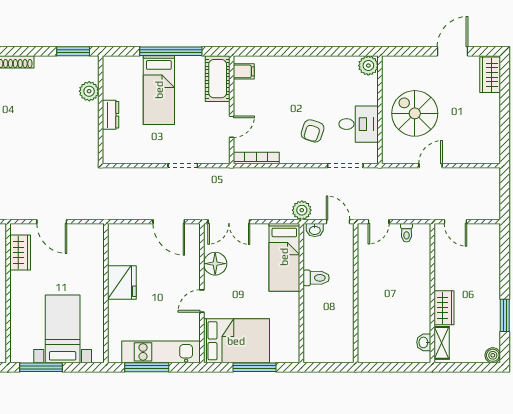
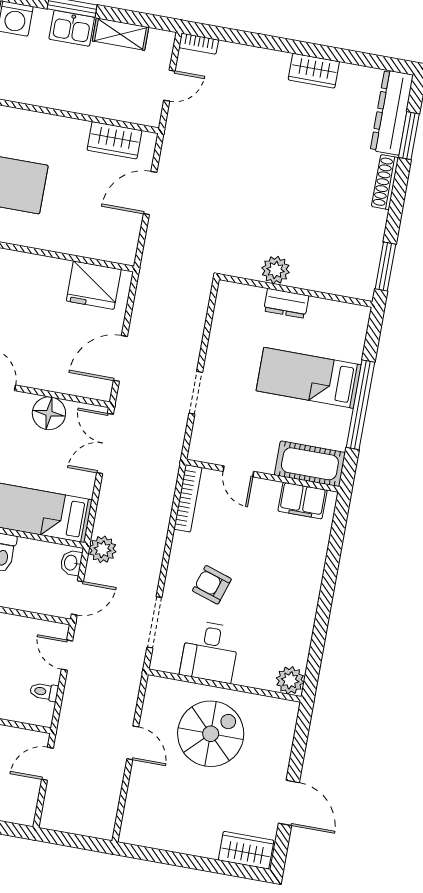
filing cabinet: (244, 71) -> (303, 501), width x2.00
plant: (89, 91) -> (276, 270), moved
fridge: (122, 283) -> (94, 285), moved

